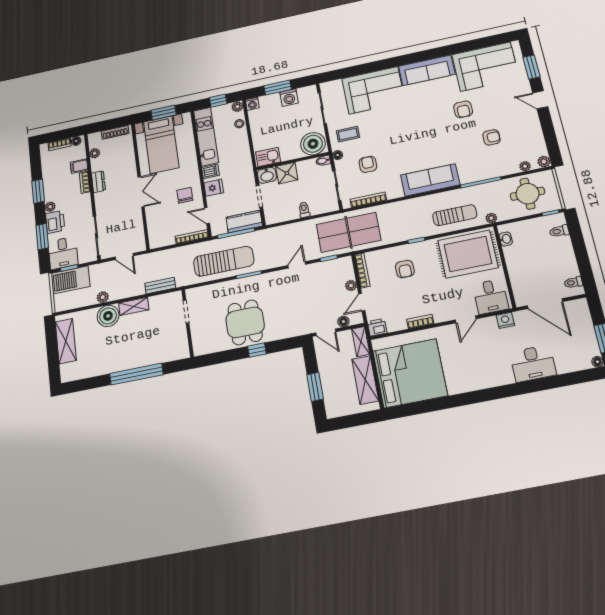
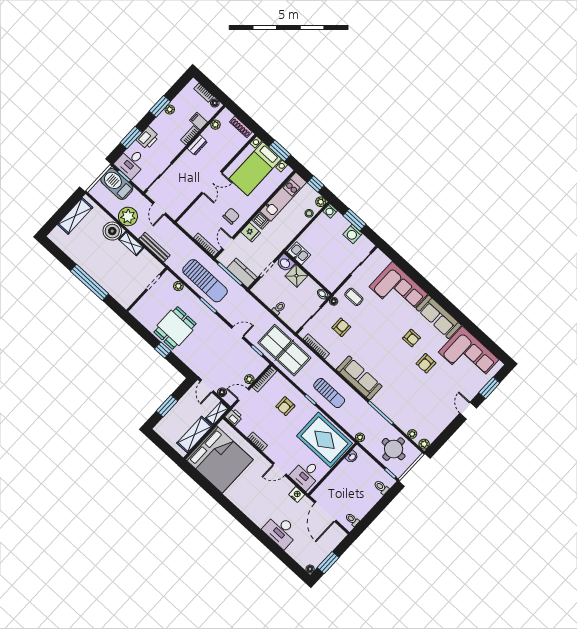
armchair: (492, 137) -> (412, 338), moved
boiler: (313, 144) -> (330, 278), removed
plant: (50, 207) -> (170, 109), moved
sun lounger: (455, 215) -> (329, 393), moved
bench: (160, 286) -> (154, 247), width x1.36
plant: (208, 290) -> (178, 286), added
plant: (103, 297) -> (128, 216), width x1.87, depth x1.87

